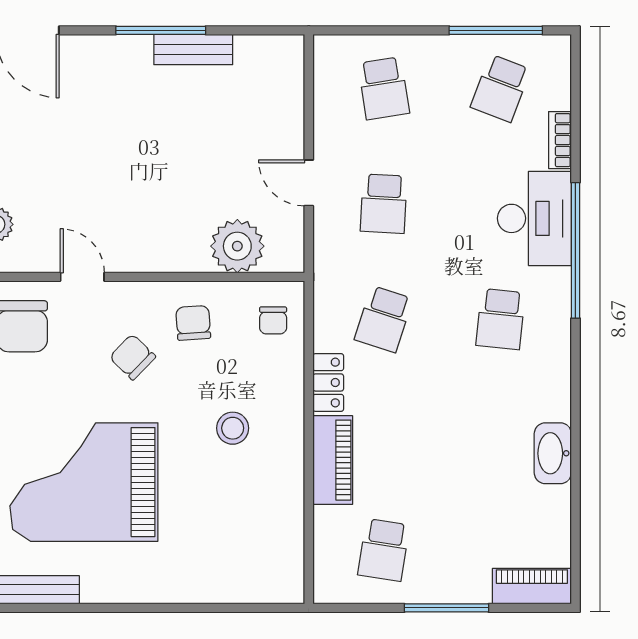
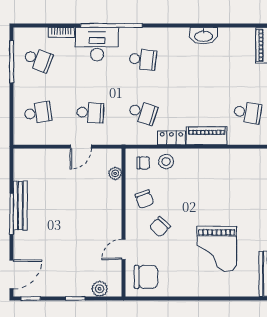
bench: (193, 50) -> (20, 206), width x1.36
plant: (237, 246) -> (115, 173), width x0.53, depth x0.53
chair: (193, 323) -> (144, 199), turned -106
stool: (233, 428) -> (166, 162), moved
grand piano: (84, 482) -> (217, 249), width x0.73, depth x0.68

